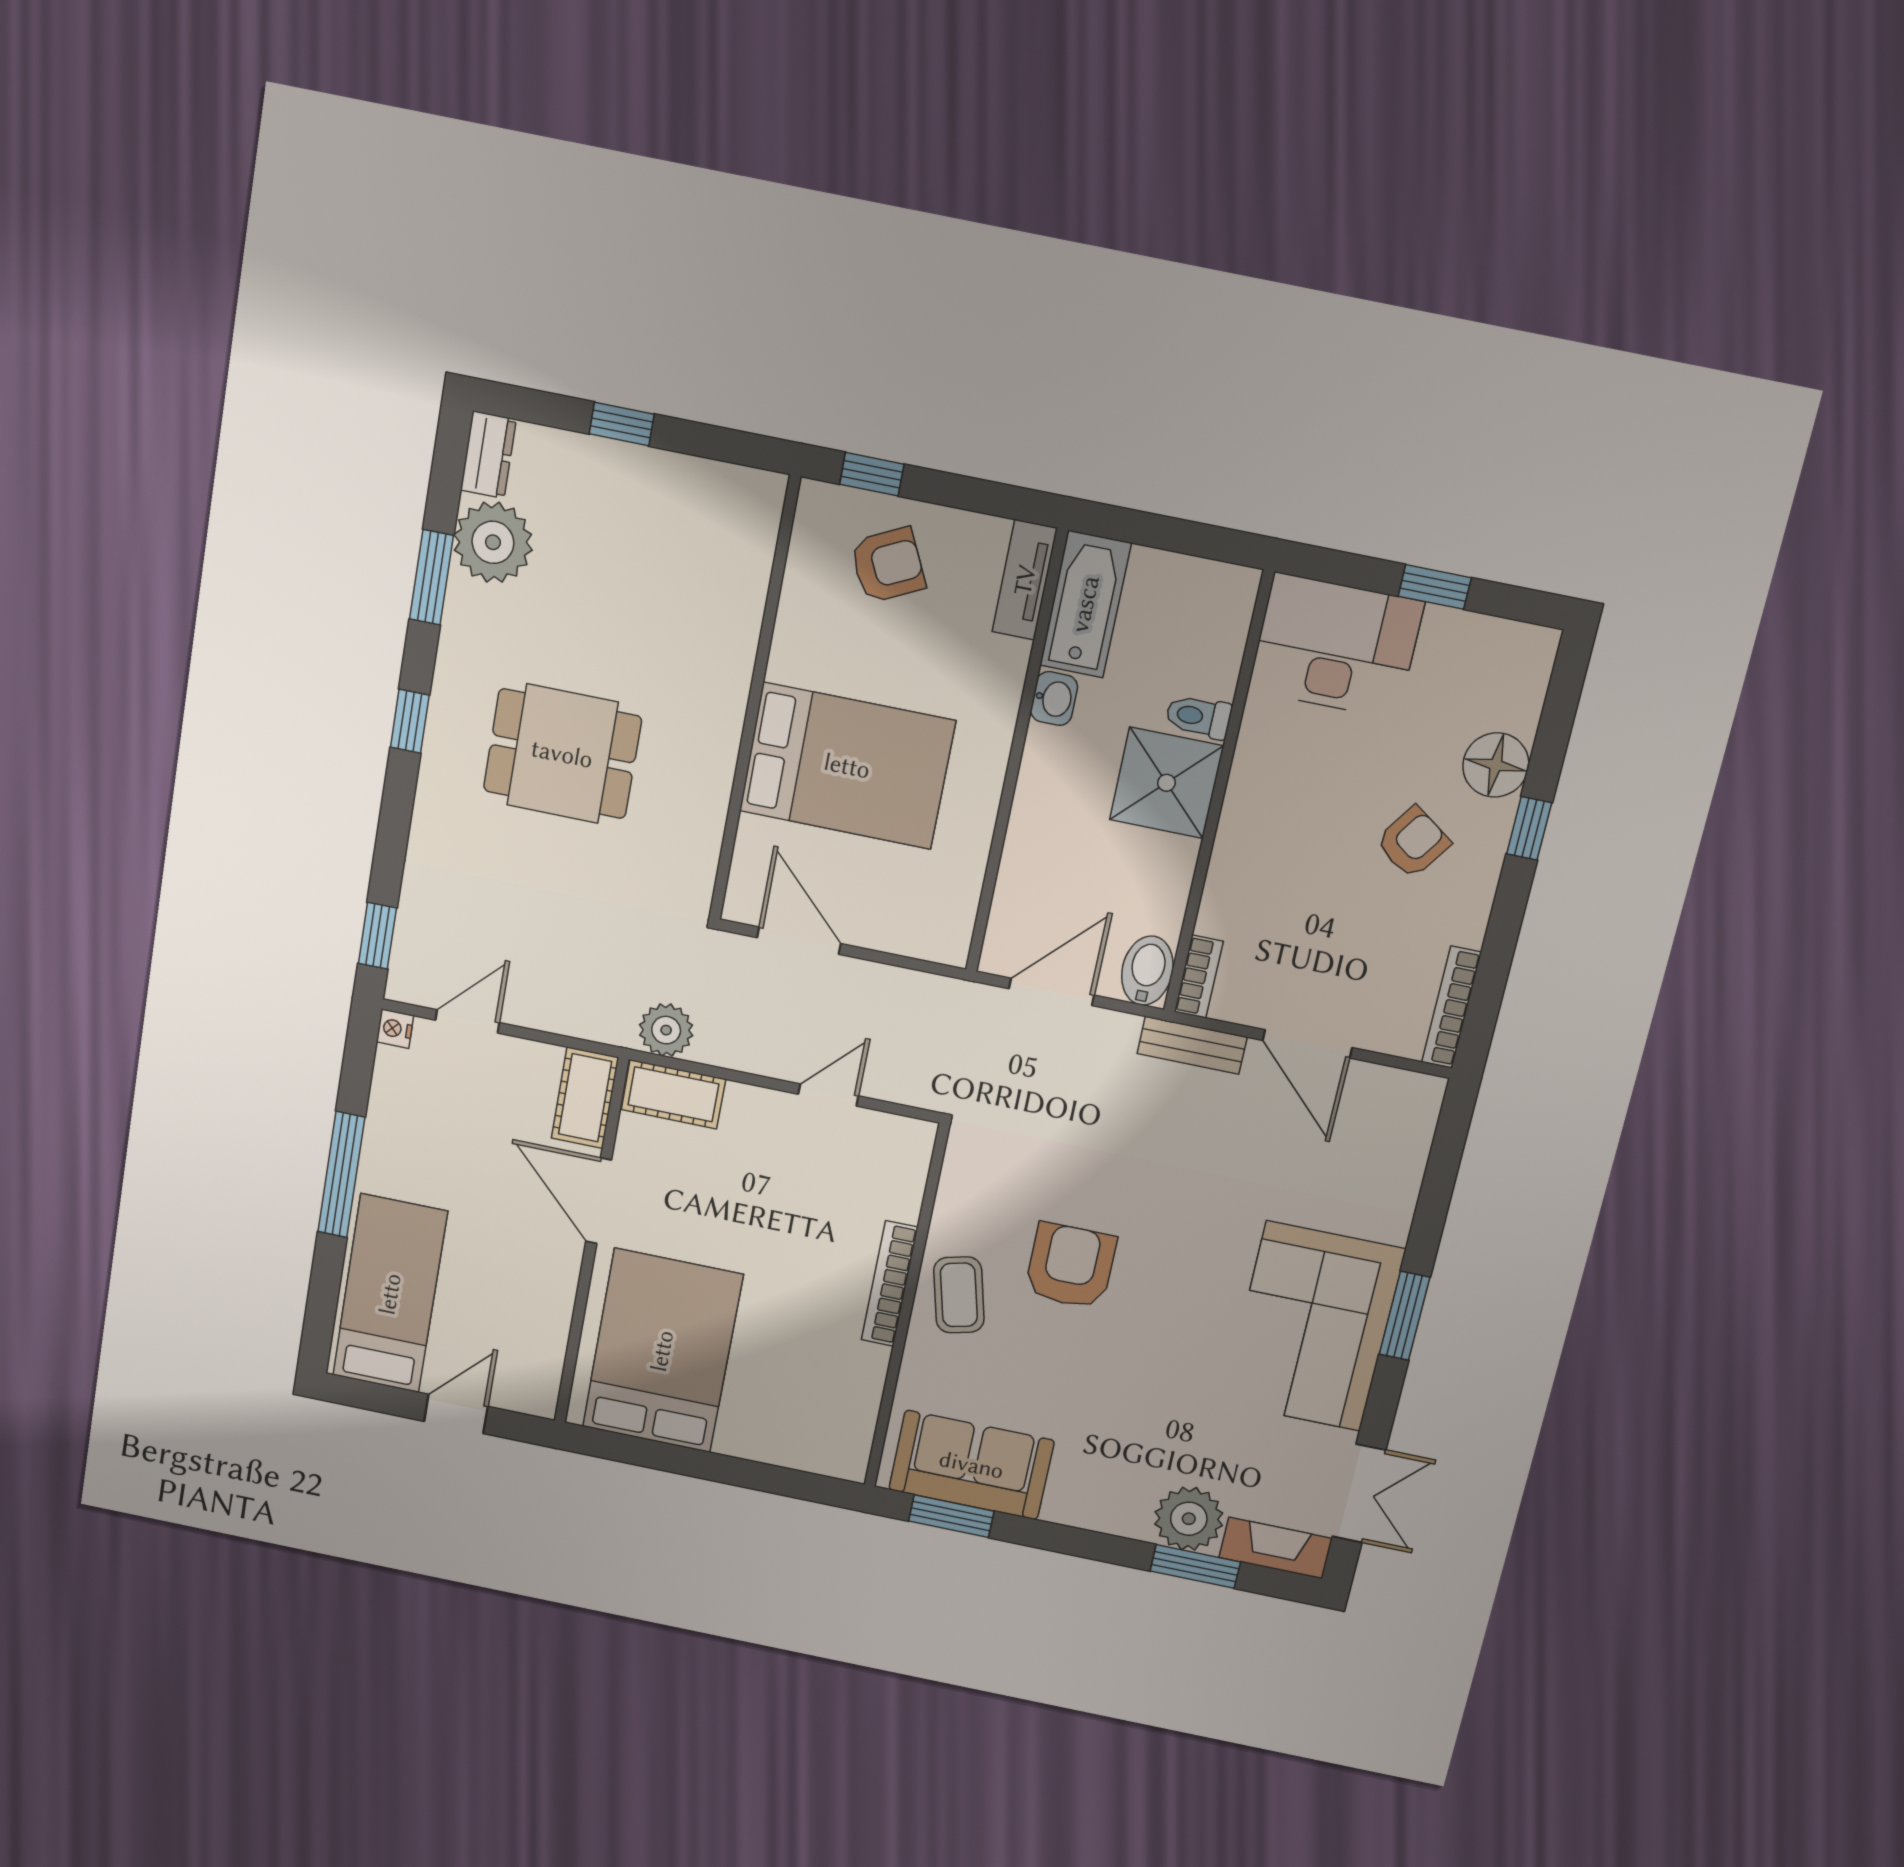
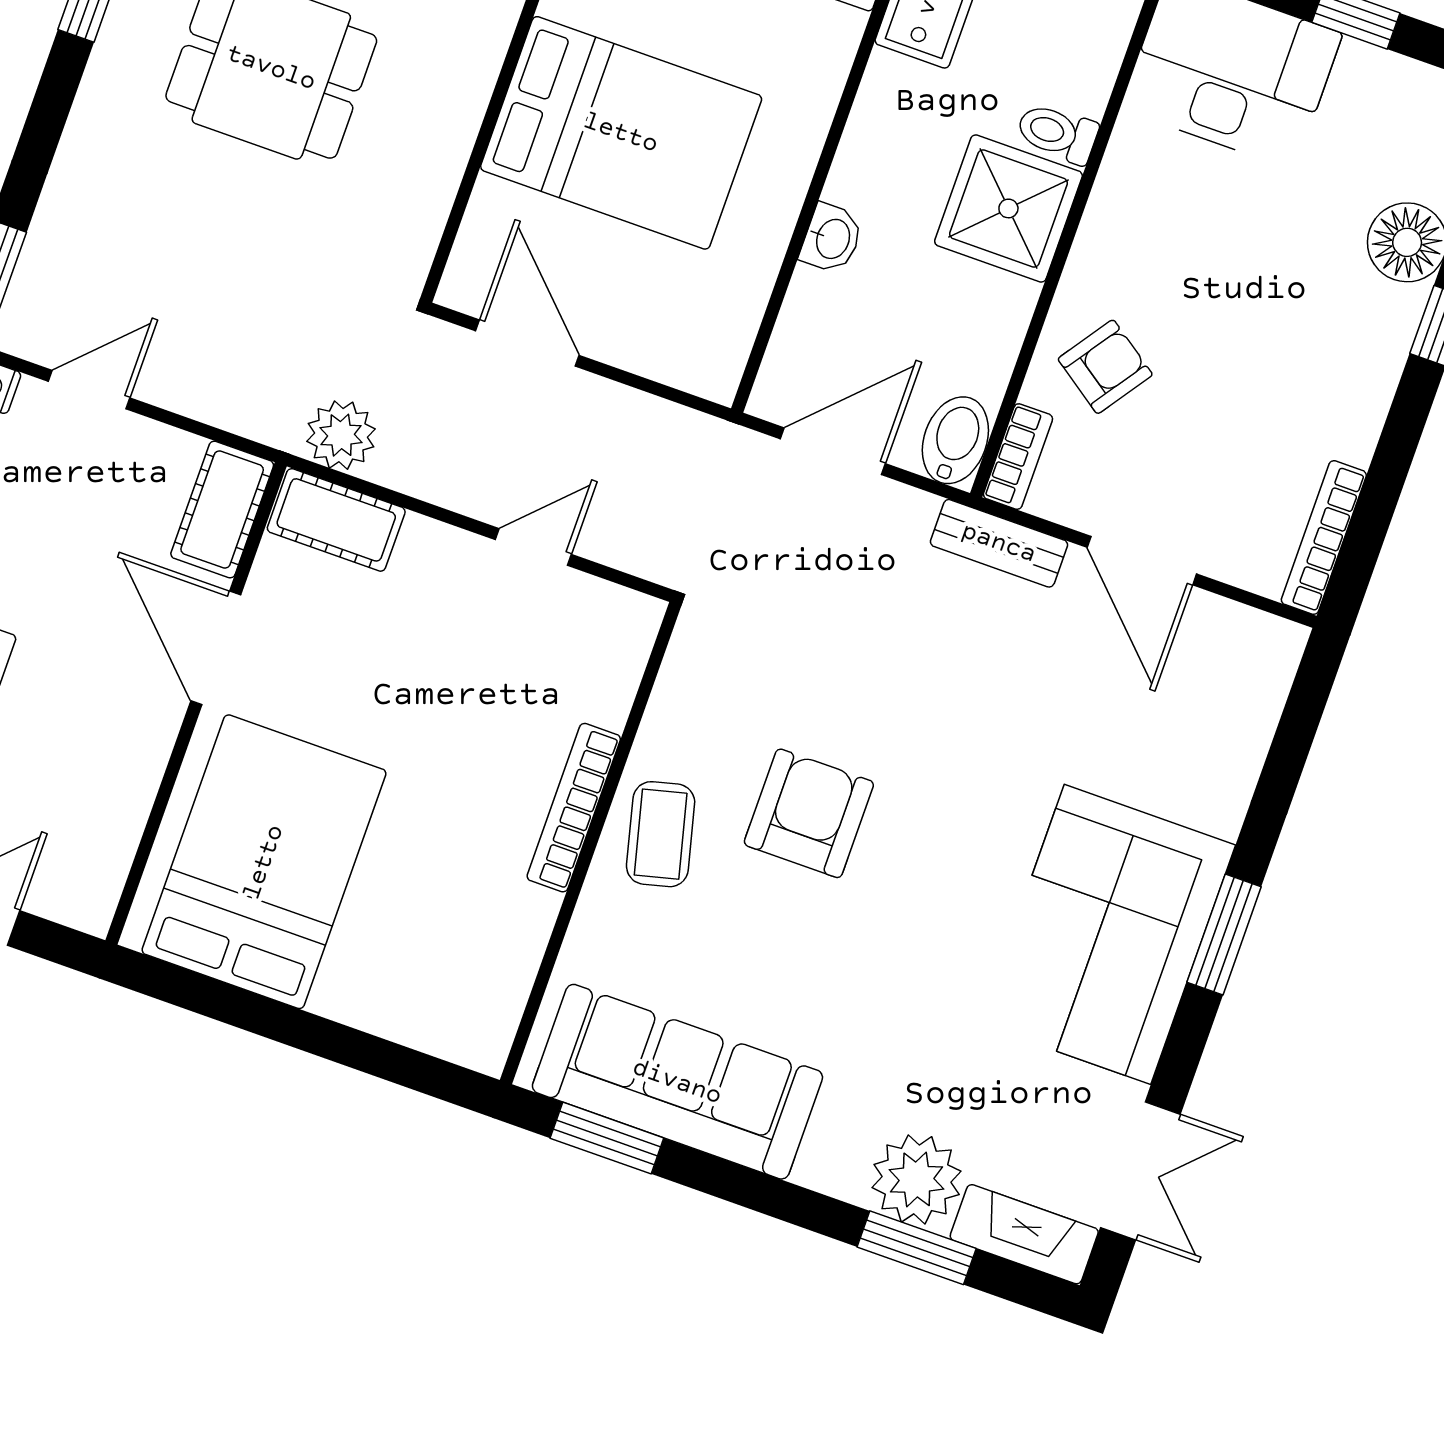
washbasin: (1054, 699) -> (832, 238), moved
armchair: (1413, 842) -> (1105, 367), moved
sofa: (971, 1465) -> (677, 1082), width x1.36

